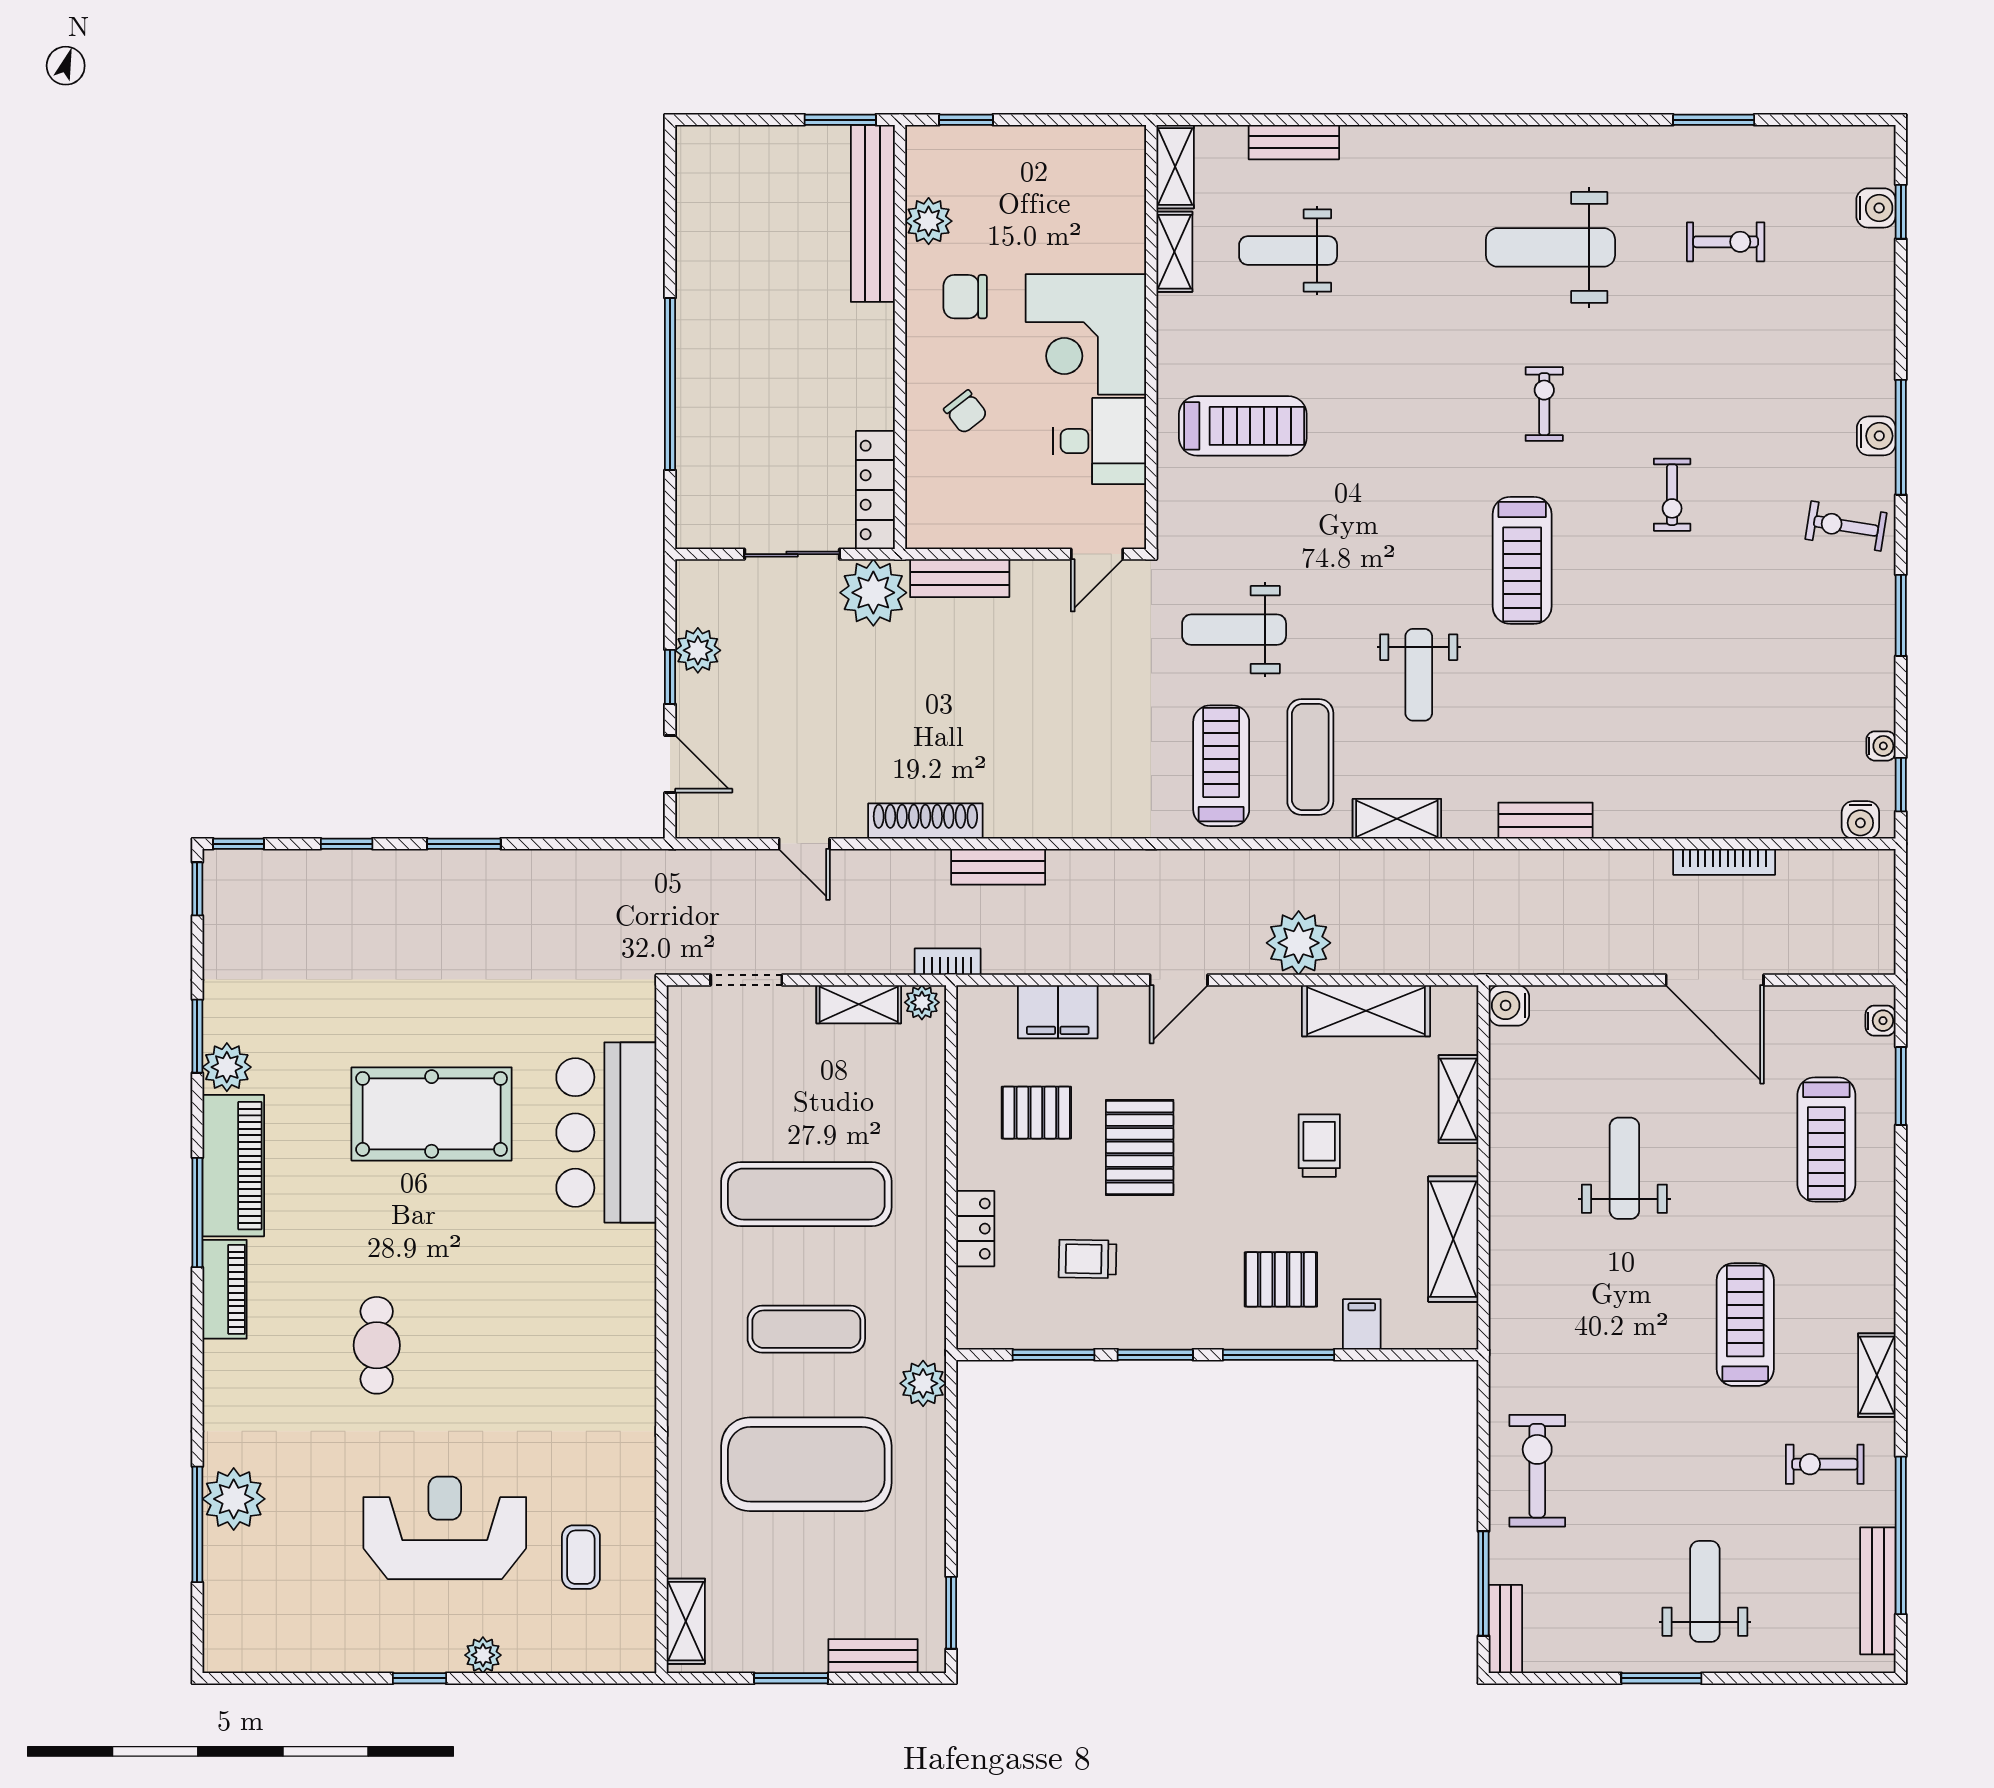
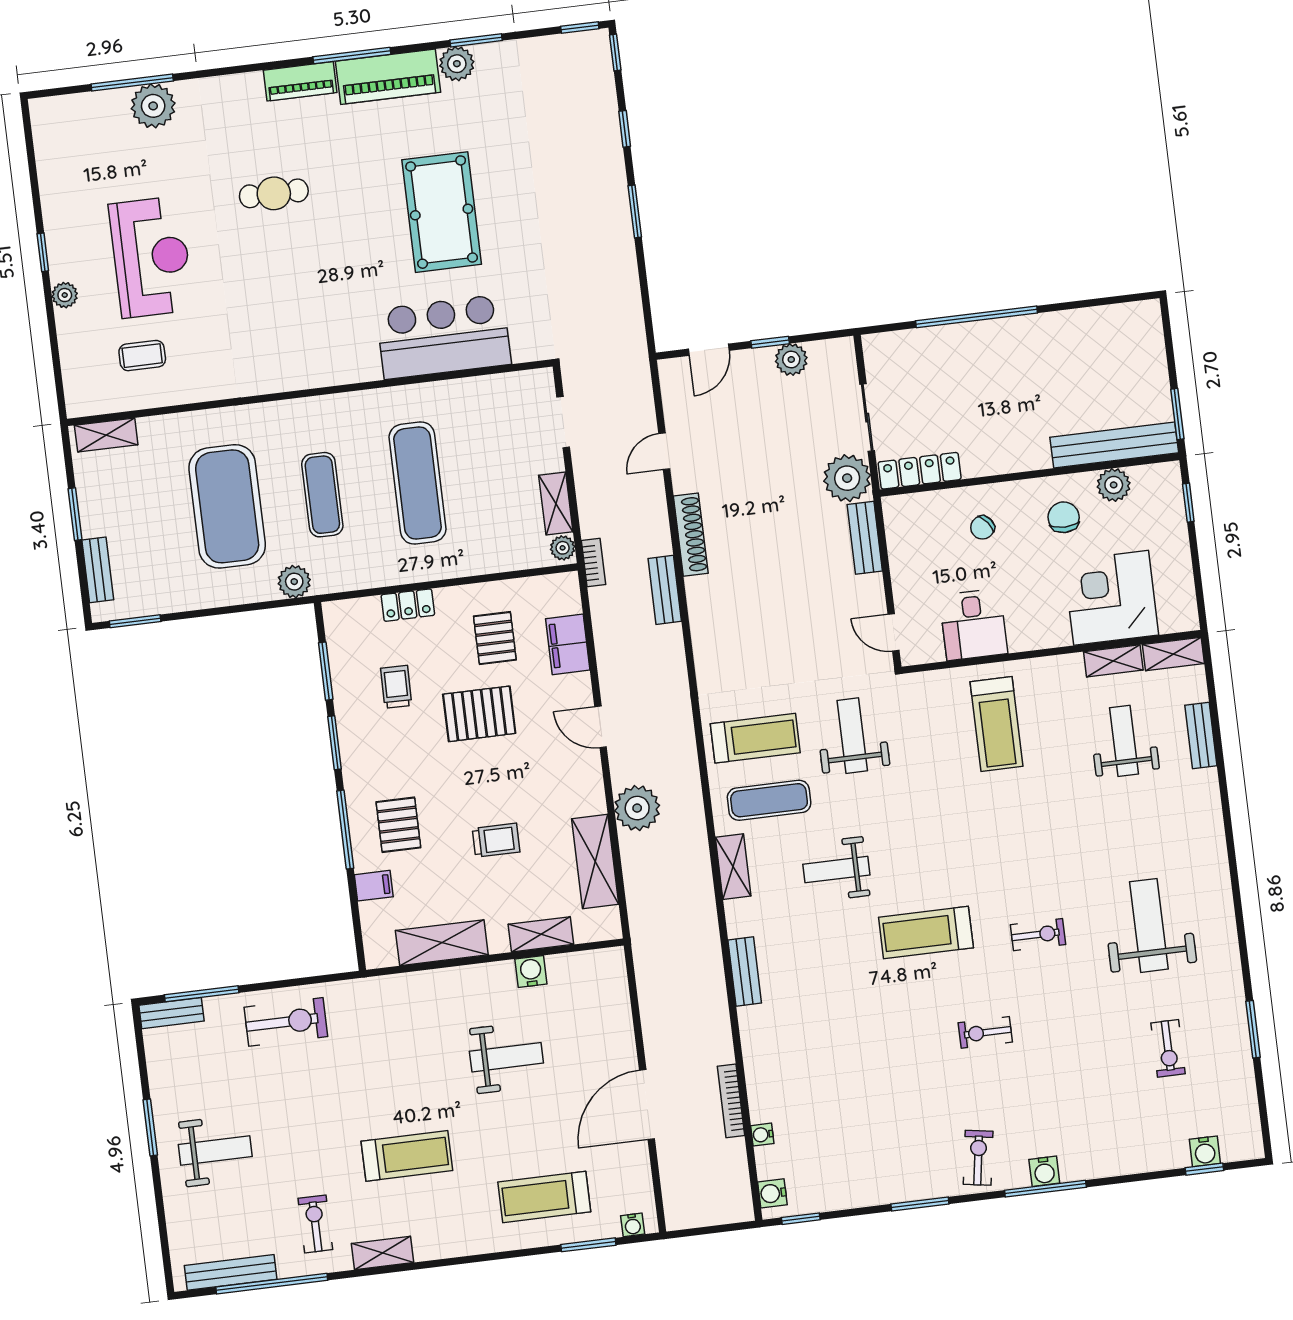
corner desk: (1086, 334) -> (1111, 598), moved
water cooler: (1881, 746) -> (762, 1135), moved, turned 90
water cooler: (1509, 1005) -> (531, 972), moved

